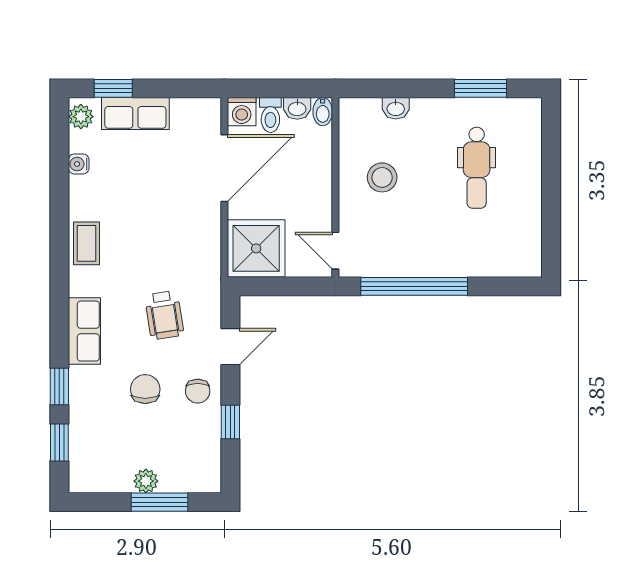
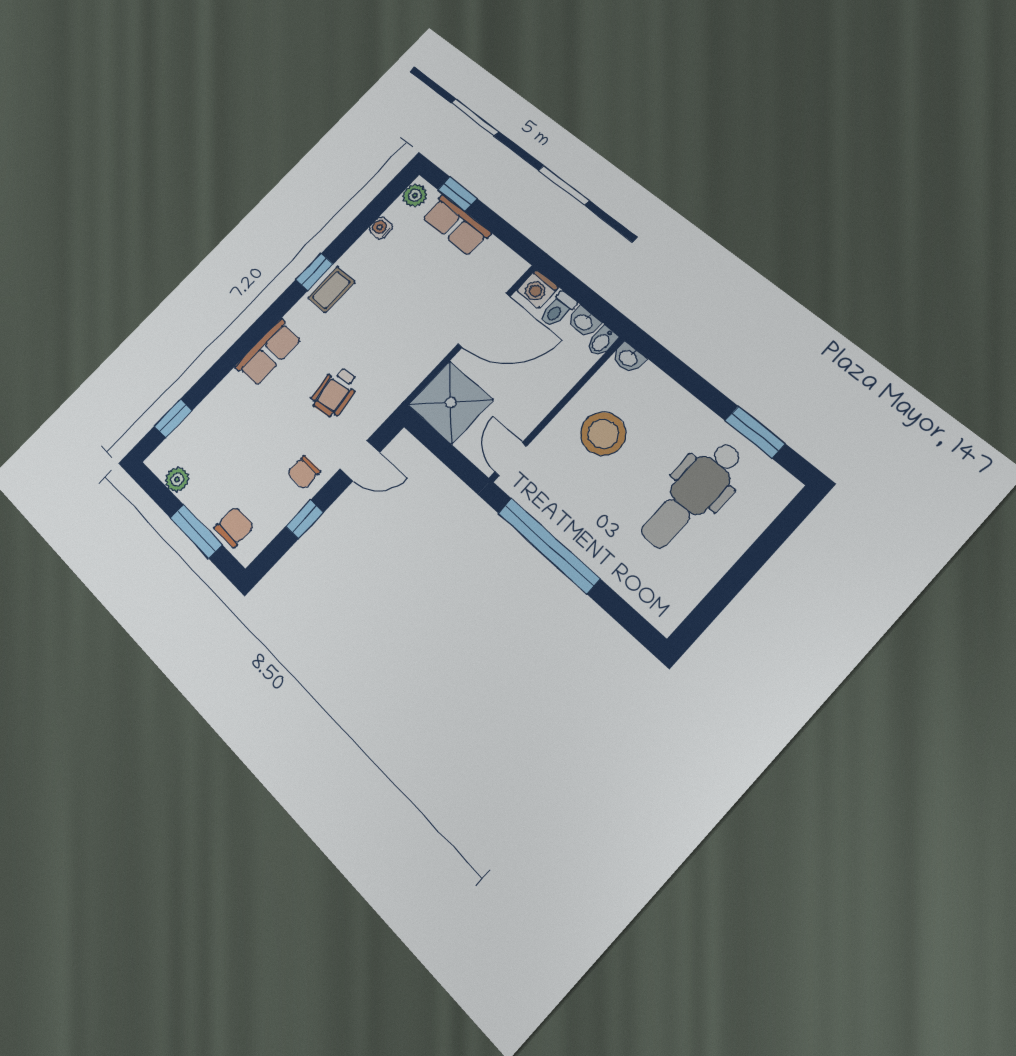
washbasin: (396, 108) -> (628, 358), moved
dental chair: (477, 168) -> (692, 495), width x1.36, depth x1.38
stool: (382, 177) -> (603, 434), width x1.38, depth x1.38
window: (59, 386) -> (314, 272), moved
chair: (145, 389) -> (234, 527), moved
plant: (146, 481) -> (177, 480), moved

